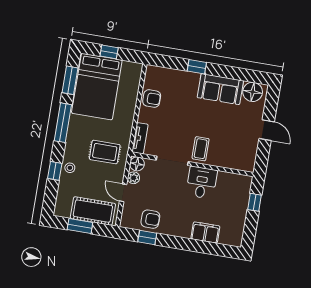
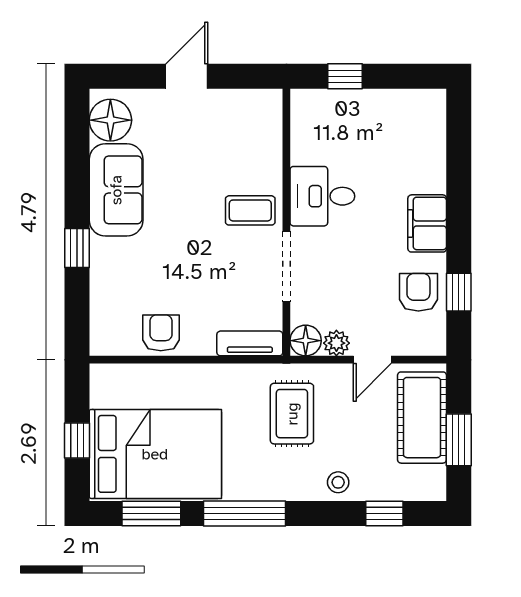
window: (55, 171) -> (384, 513), moved
filing cabinet: (205, 232) -> (427, 223), moved

